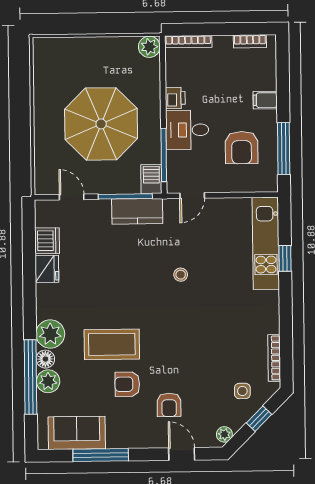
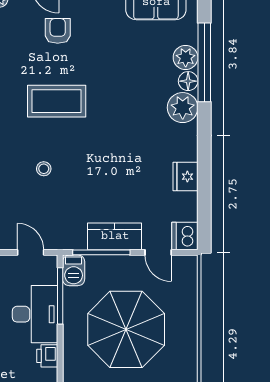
desk: (187, 130) -> (35, 314), width x1.37
door: (192, 196) -> (31, 252), hinge flipped
kitchen counter: (137, 211) -> (115, 236), moved
dishwasher: (47, 241) -> (185, 236), moved
coffee table: (112, 344) -> (57, 101), moved
armchair: (127, 384) -> (102, 53), removed

